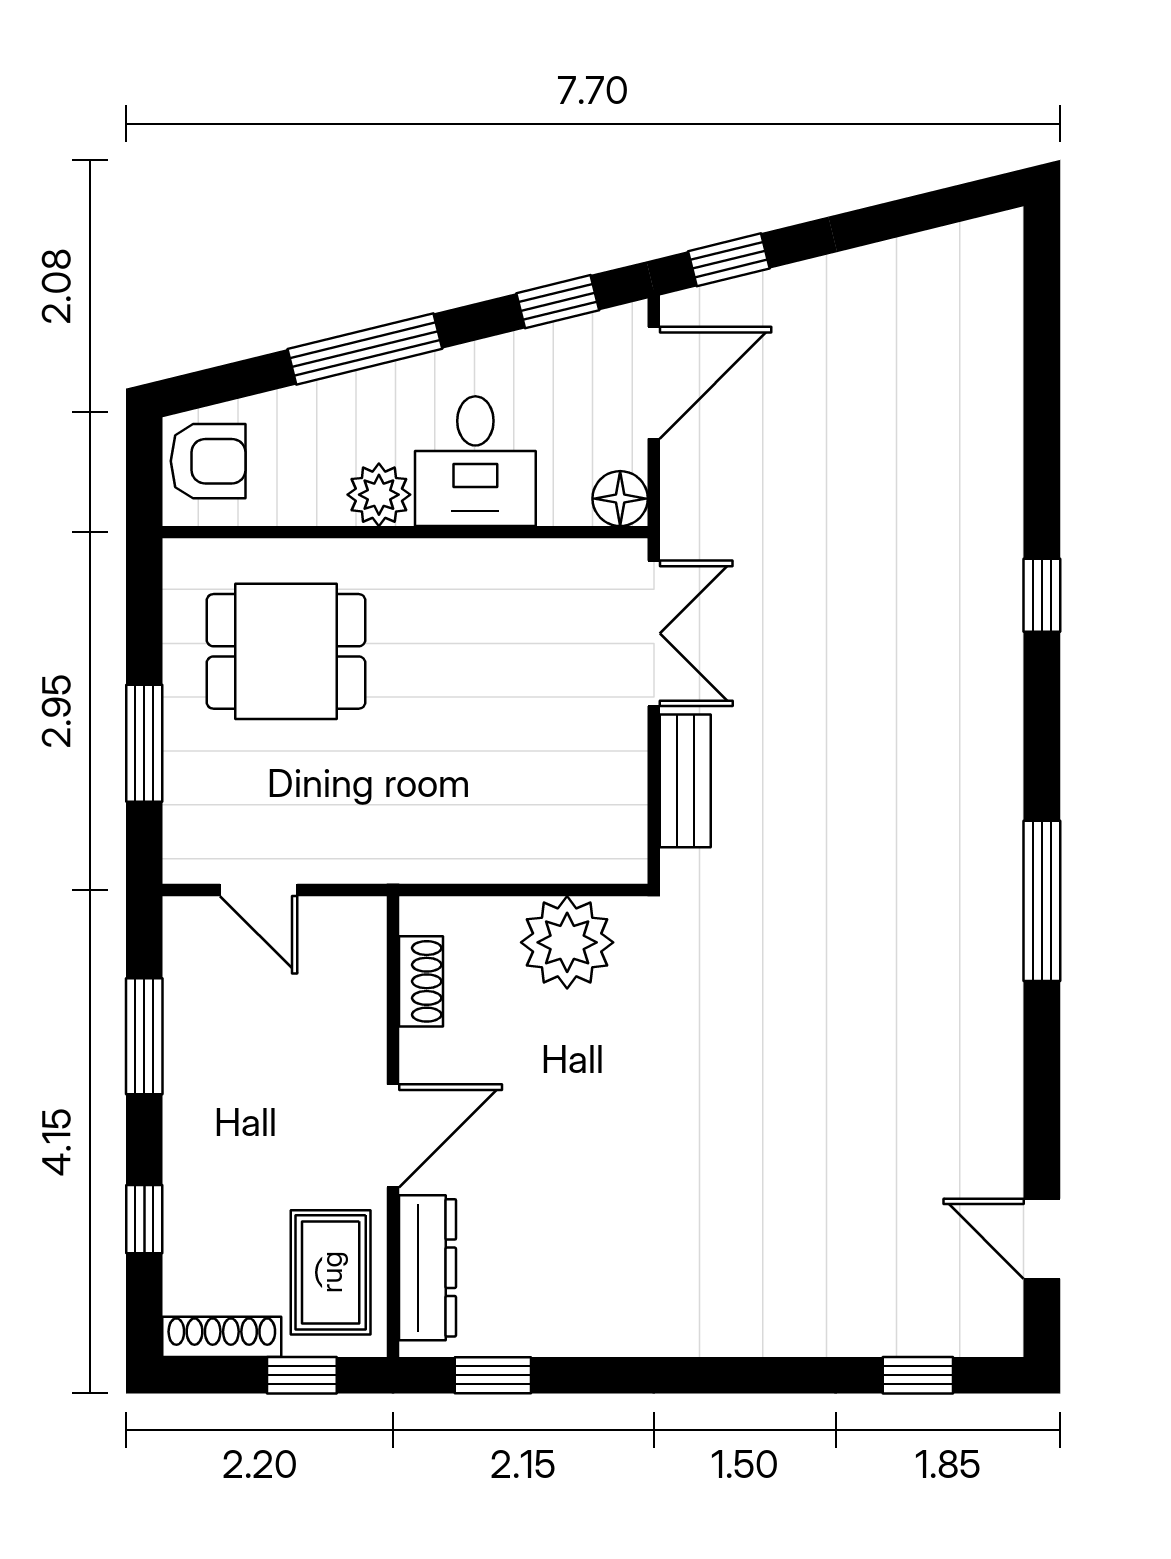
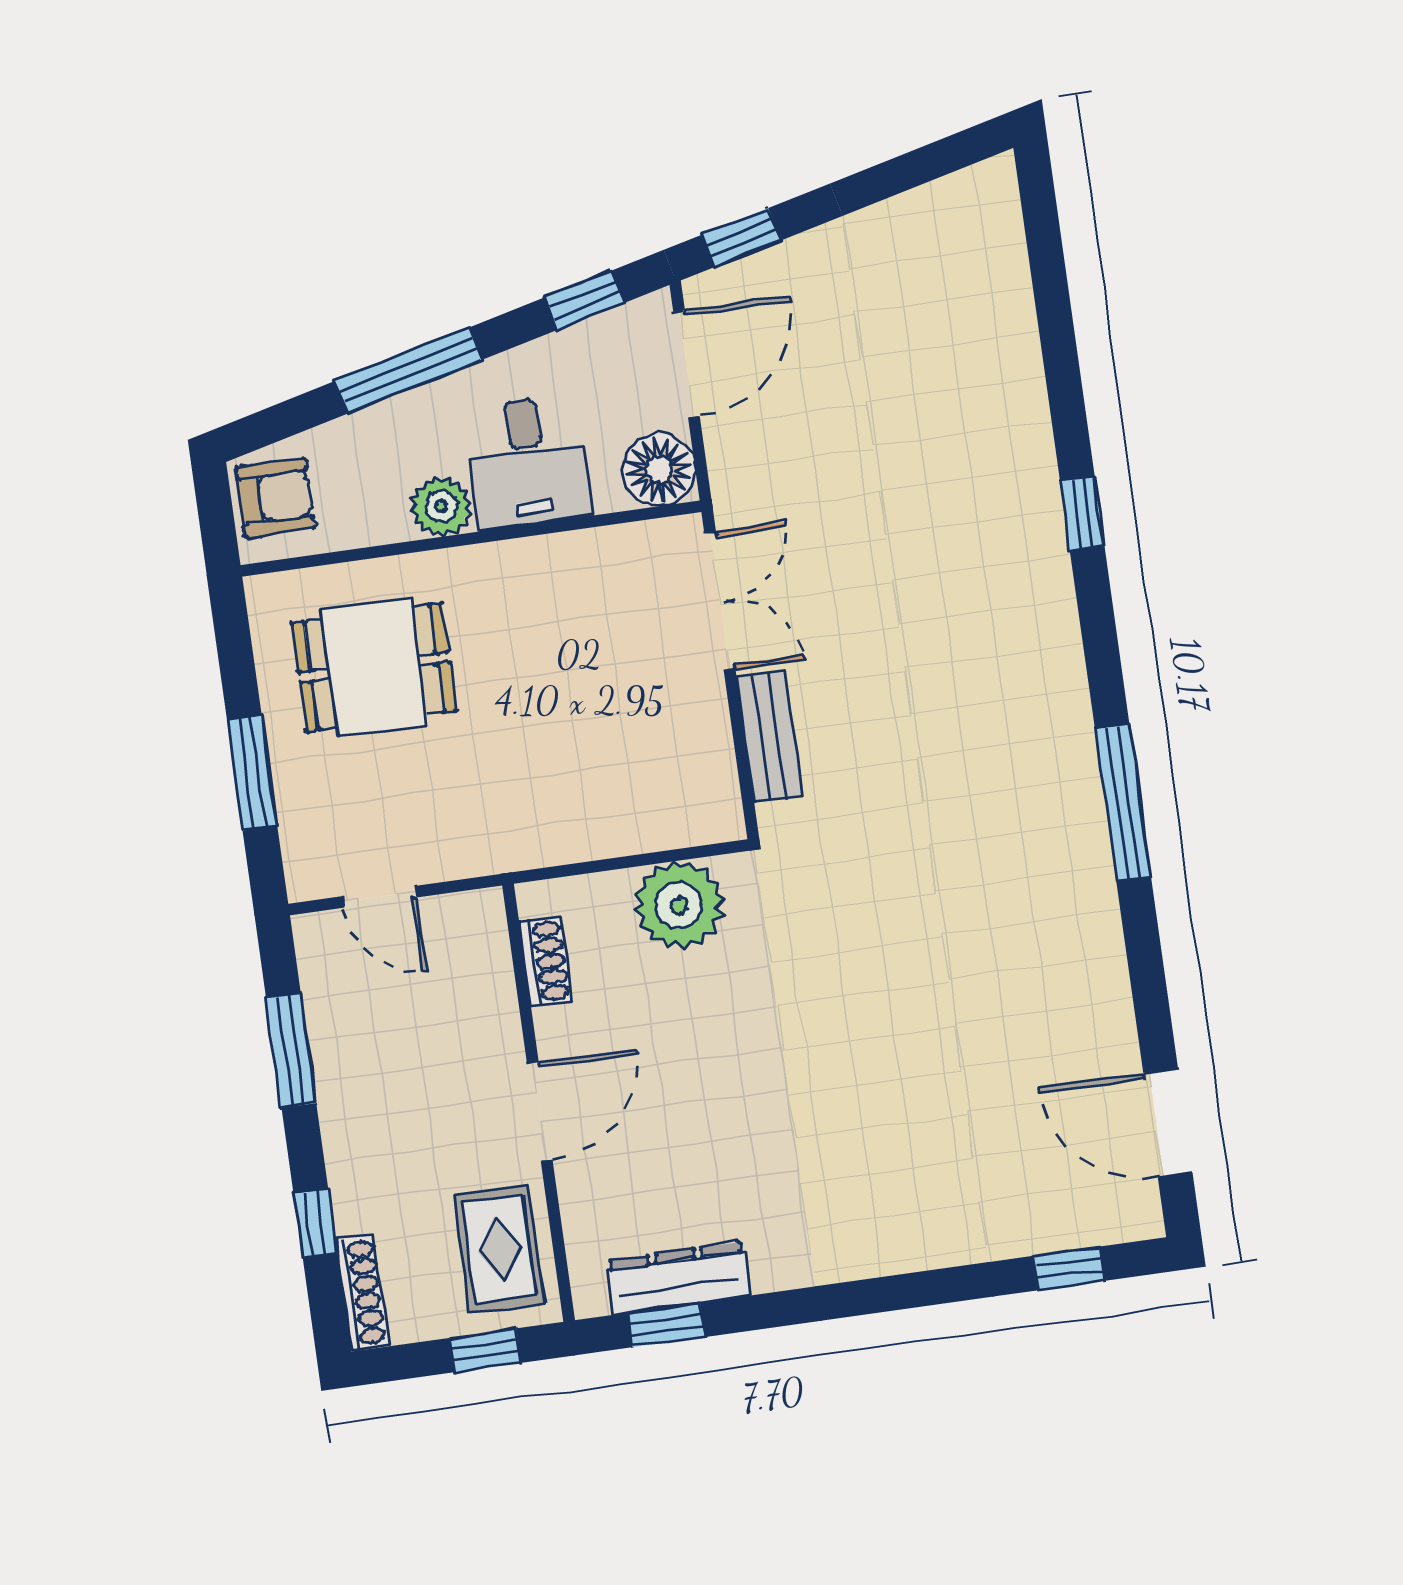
floor lamp: (620, 499) -> (659, 470), width x1.38, depth x1.38
door: (1042, 1239) -> (1168, 1123), width x1.38
dresser: (427, 1268) -> (678, 1278), moved, turned -90
shoe rack: (222, 1337) -> (362, 1293), moved, turned 90

